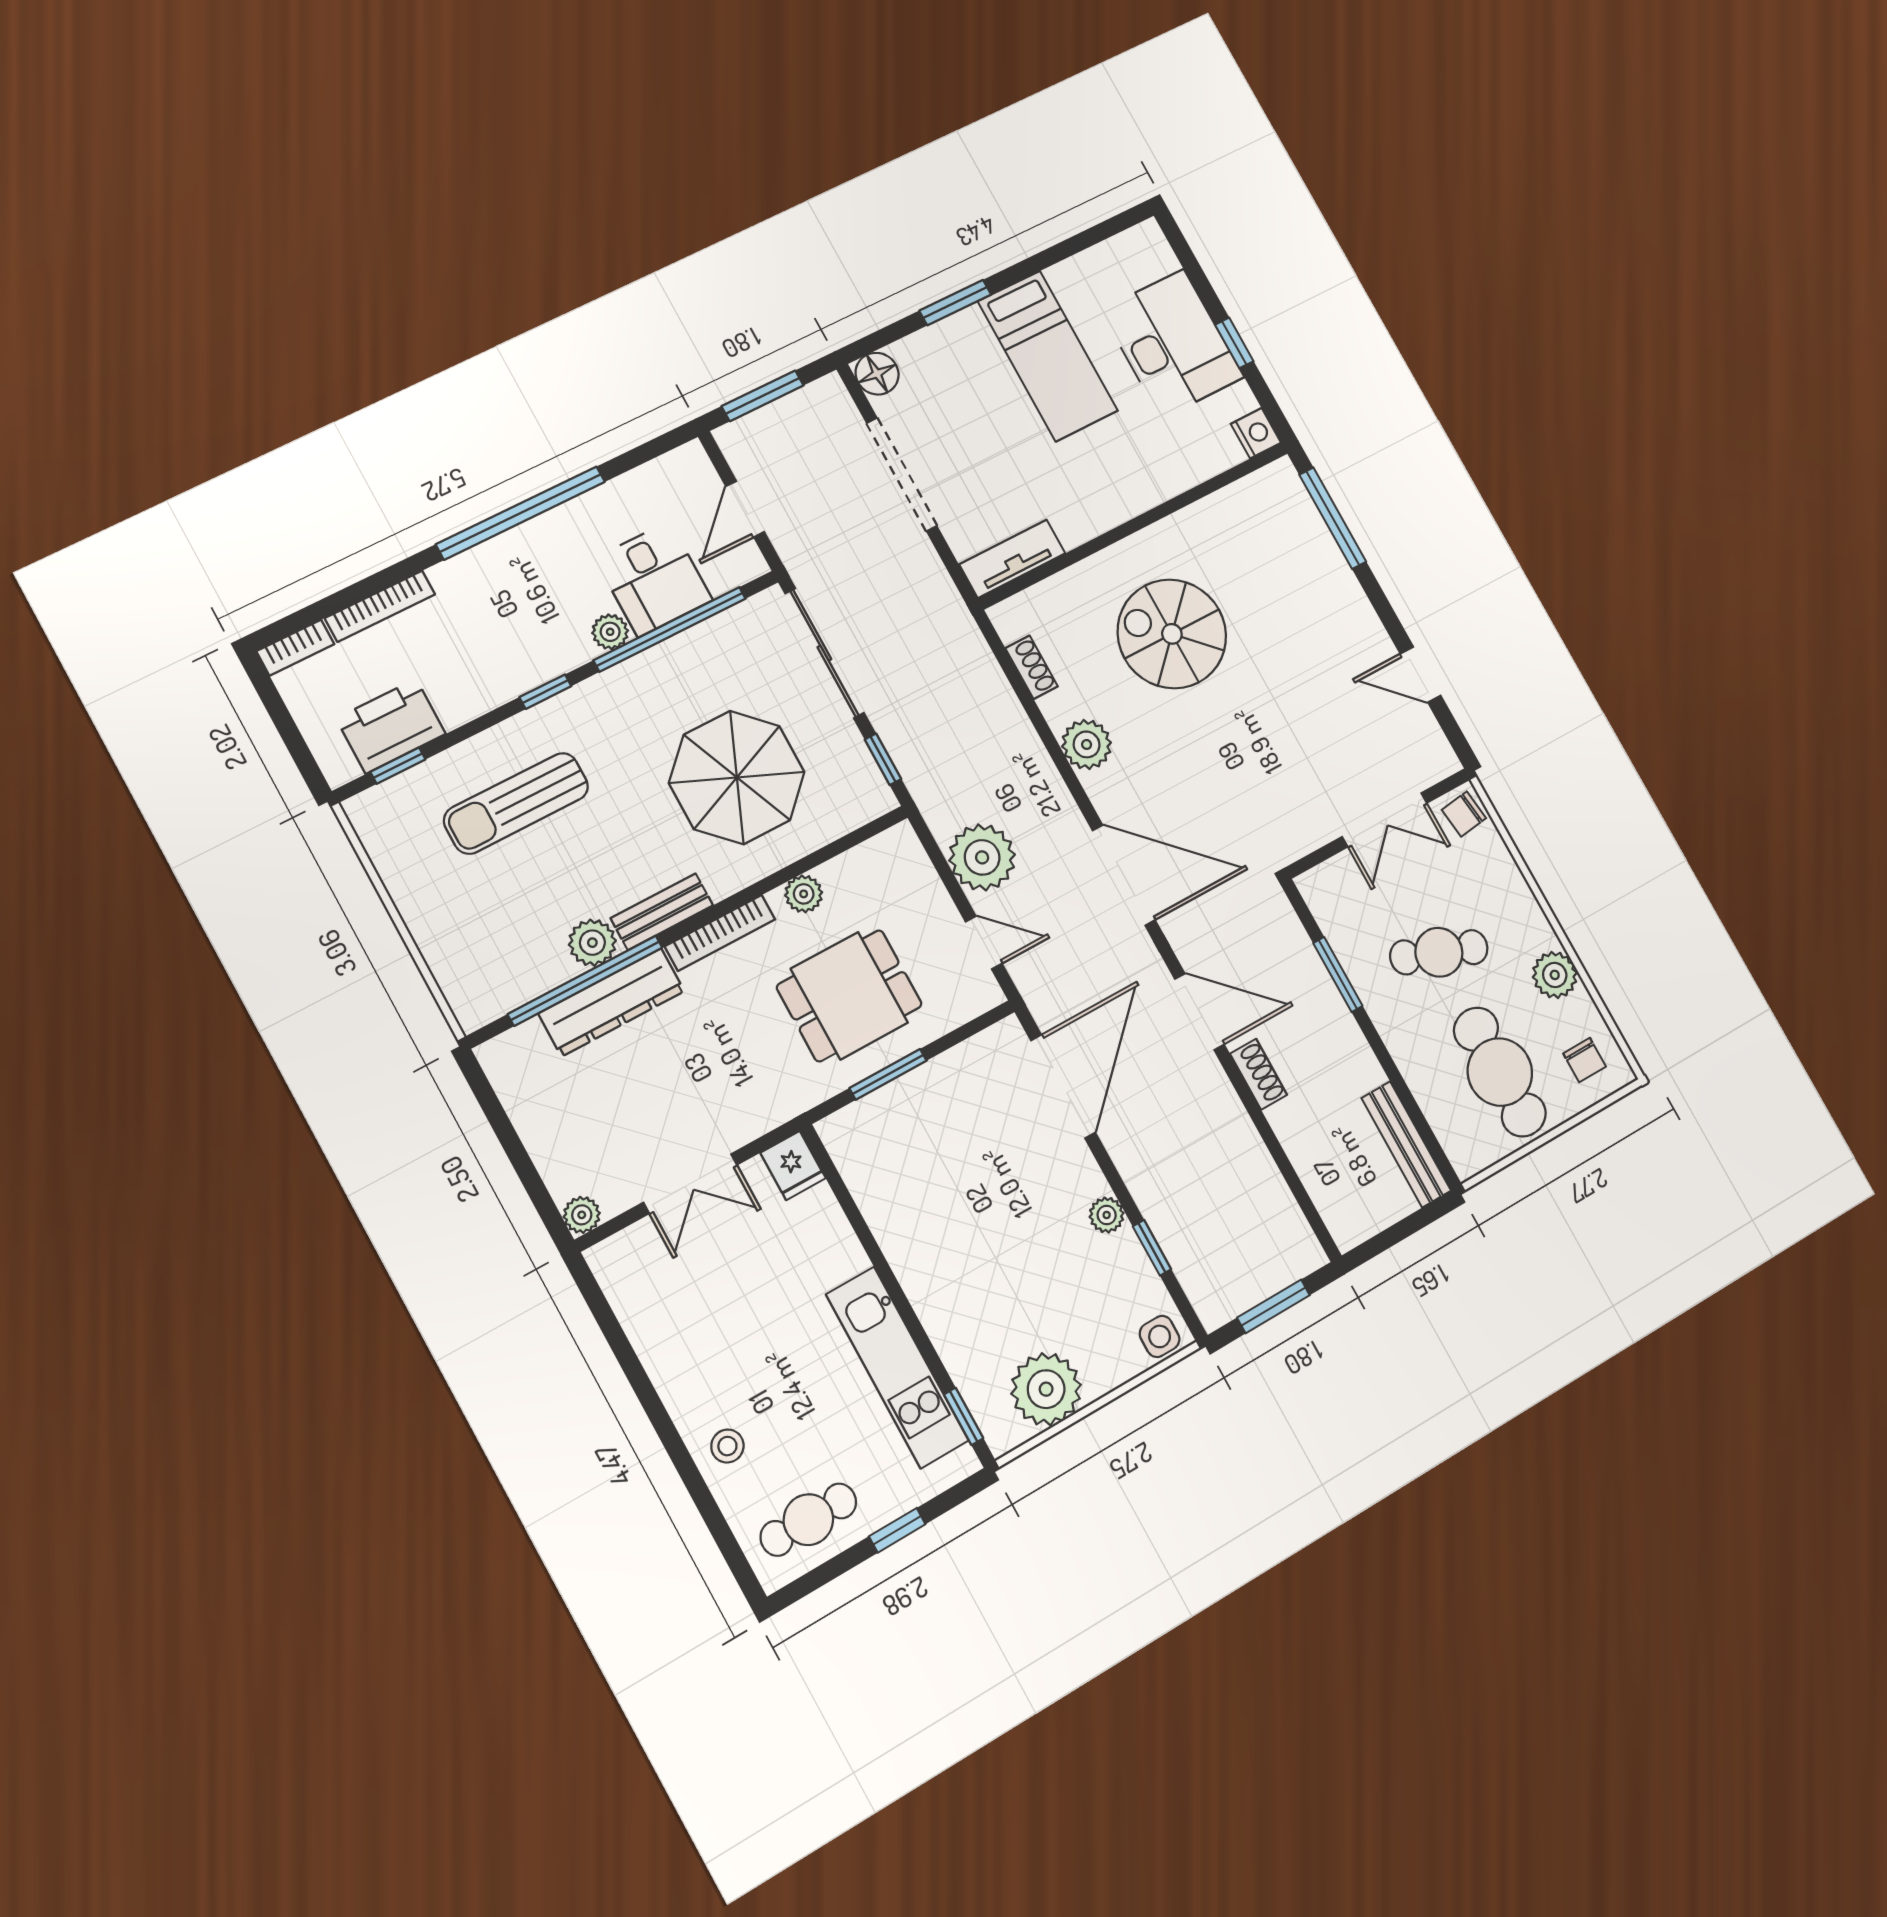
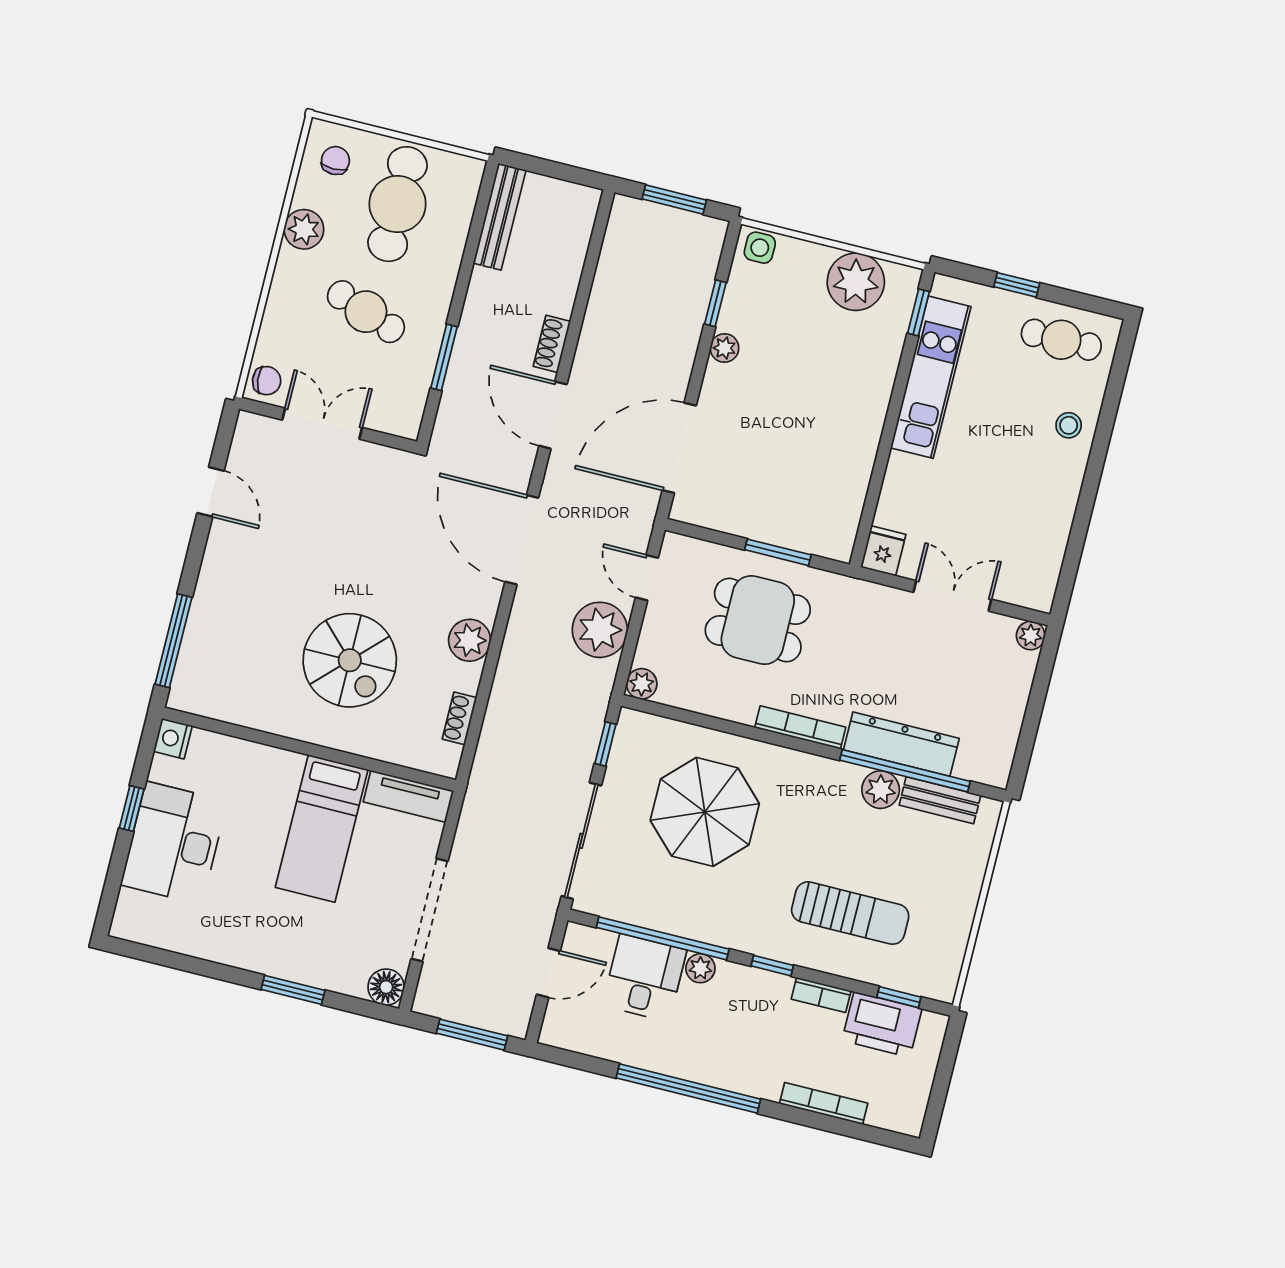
bed: (1048, 356) -> (322, 828), moved, turned 180
bookcase: (295, 648) -> (821, 995), moved, turned 180
plant: (804, 894) -> (642, 684), moved
bench: (662, 912) -> (940, 800), moved

